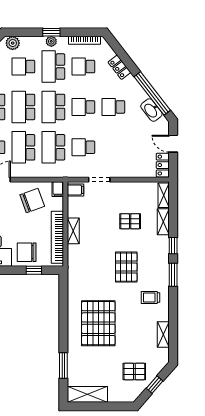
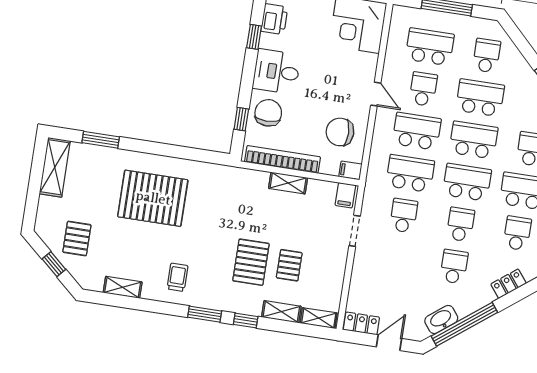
chair: (32, 200) -> (340, 132), turned 110
pallet: (126, 267) -> (251, 262), moved, turned 90

